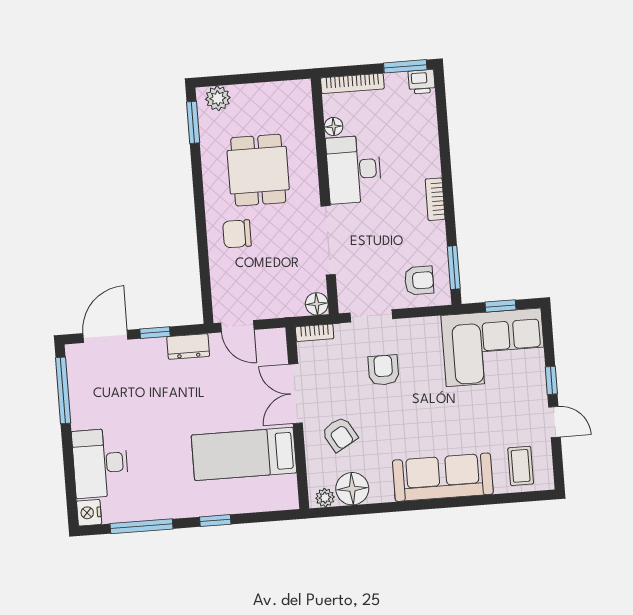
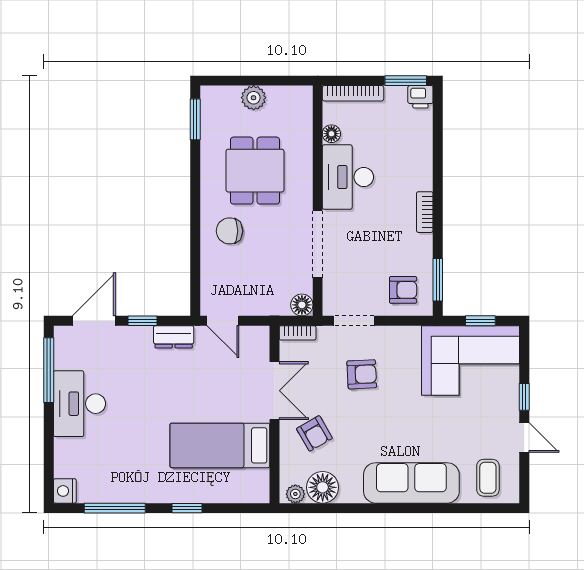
plant: (218, 98) -> (254, 98), moved
armchair: (383, 370) -> (362, 374), turned 87
double door: (295, 394) -> (274, 391), swing flipped
desk: (100, 463) -> (79, 404), moved

